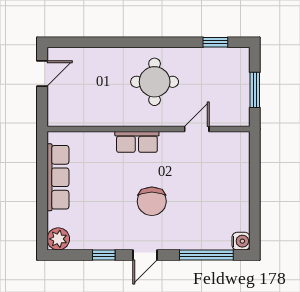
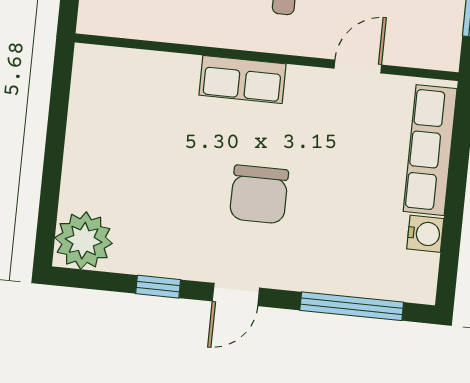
row of seats: (58, 177) -> (430, 150), moved, turned 180
plant: (58, 239) -> (84, 241), width x1.36, depth x1.36
water cooler: (241, 241) -> (425, 234), moved

